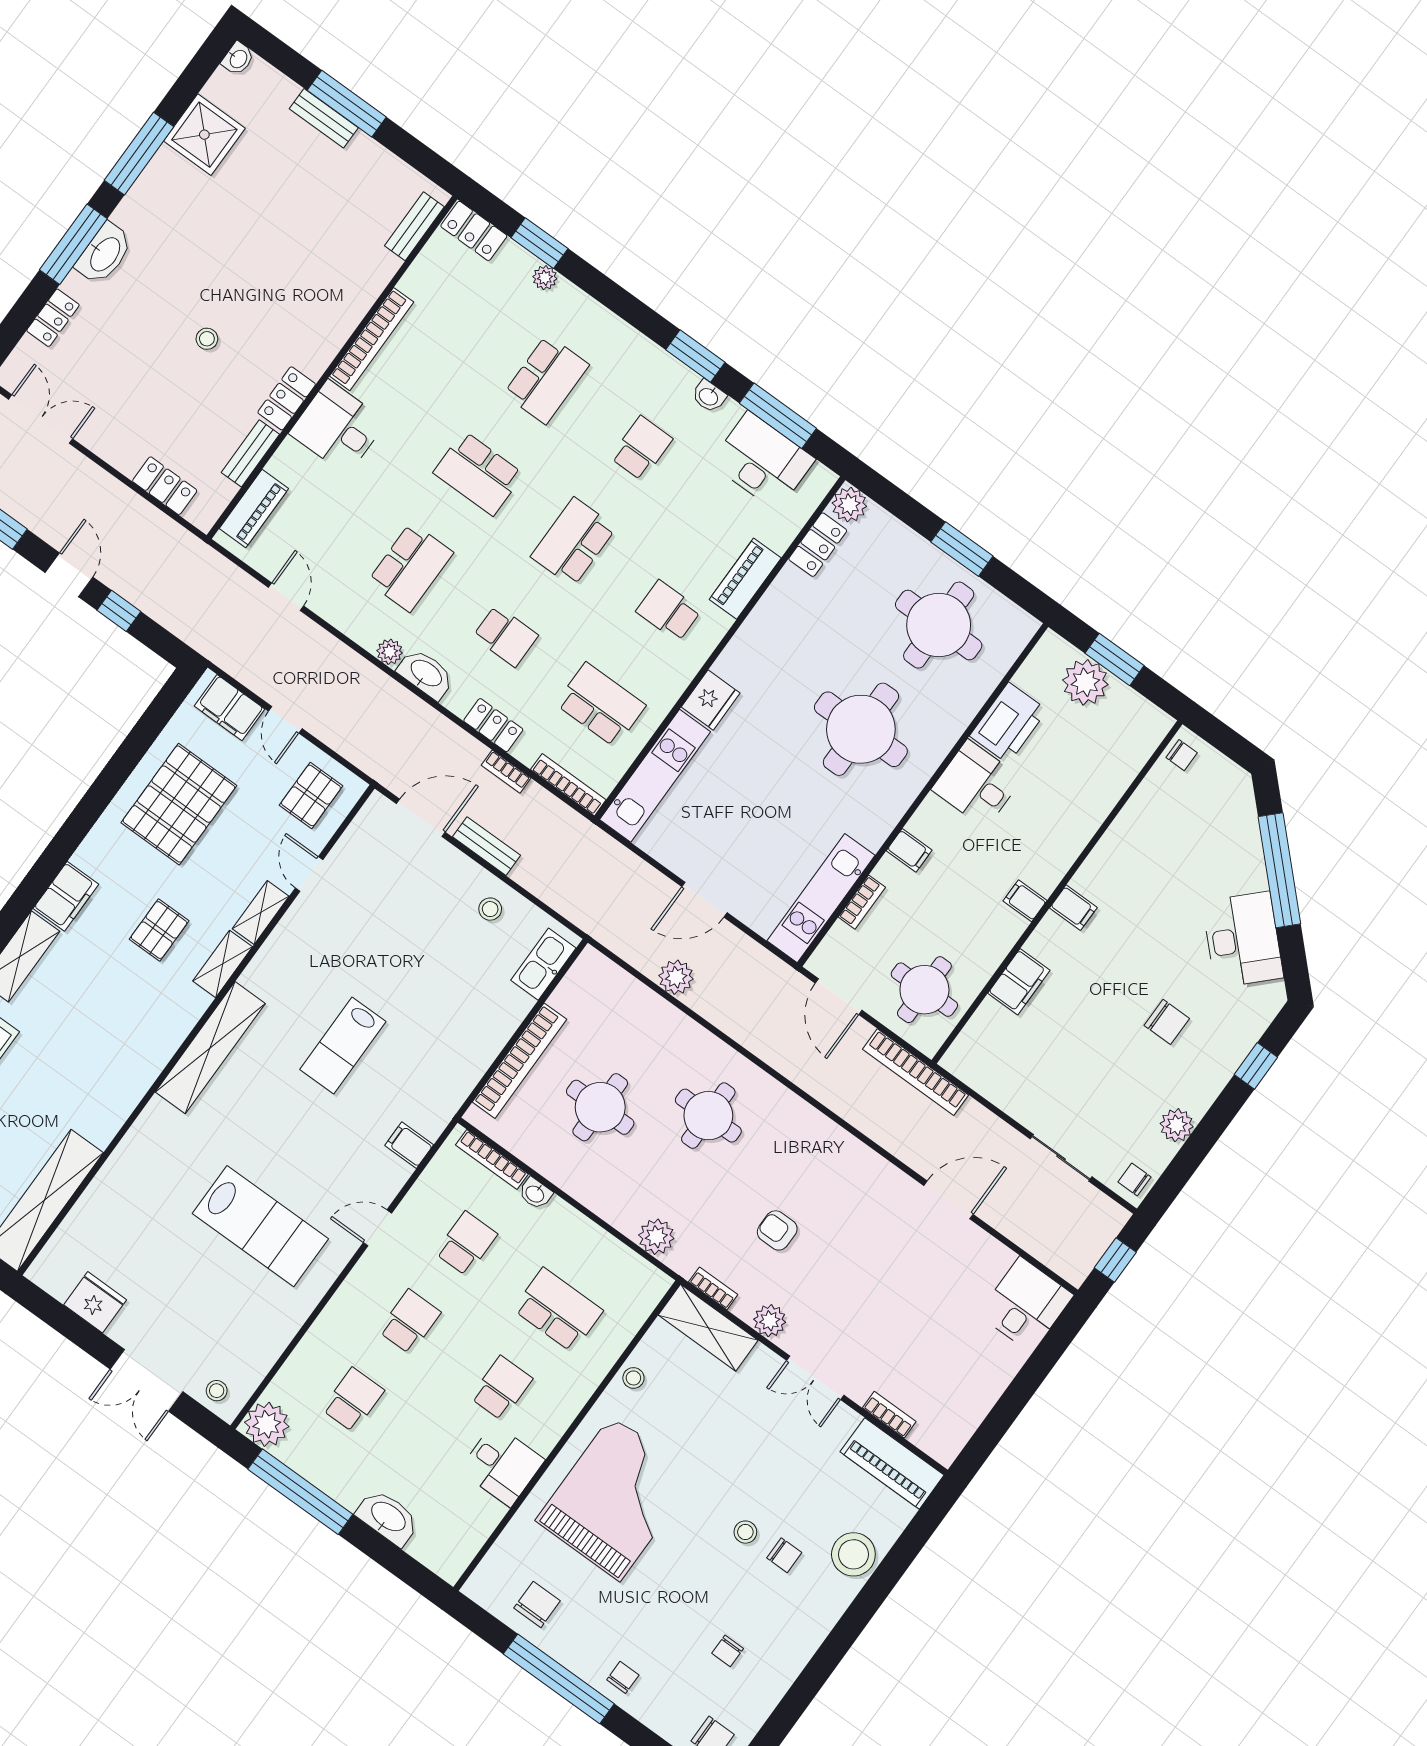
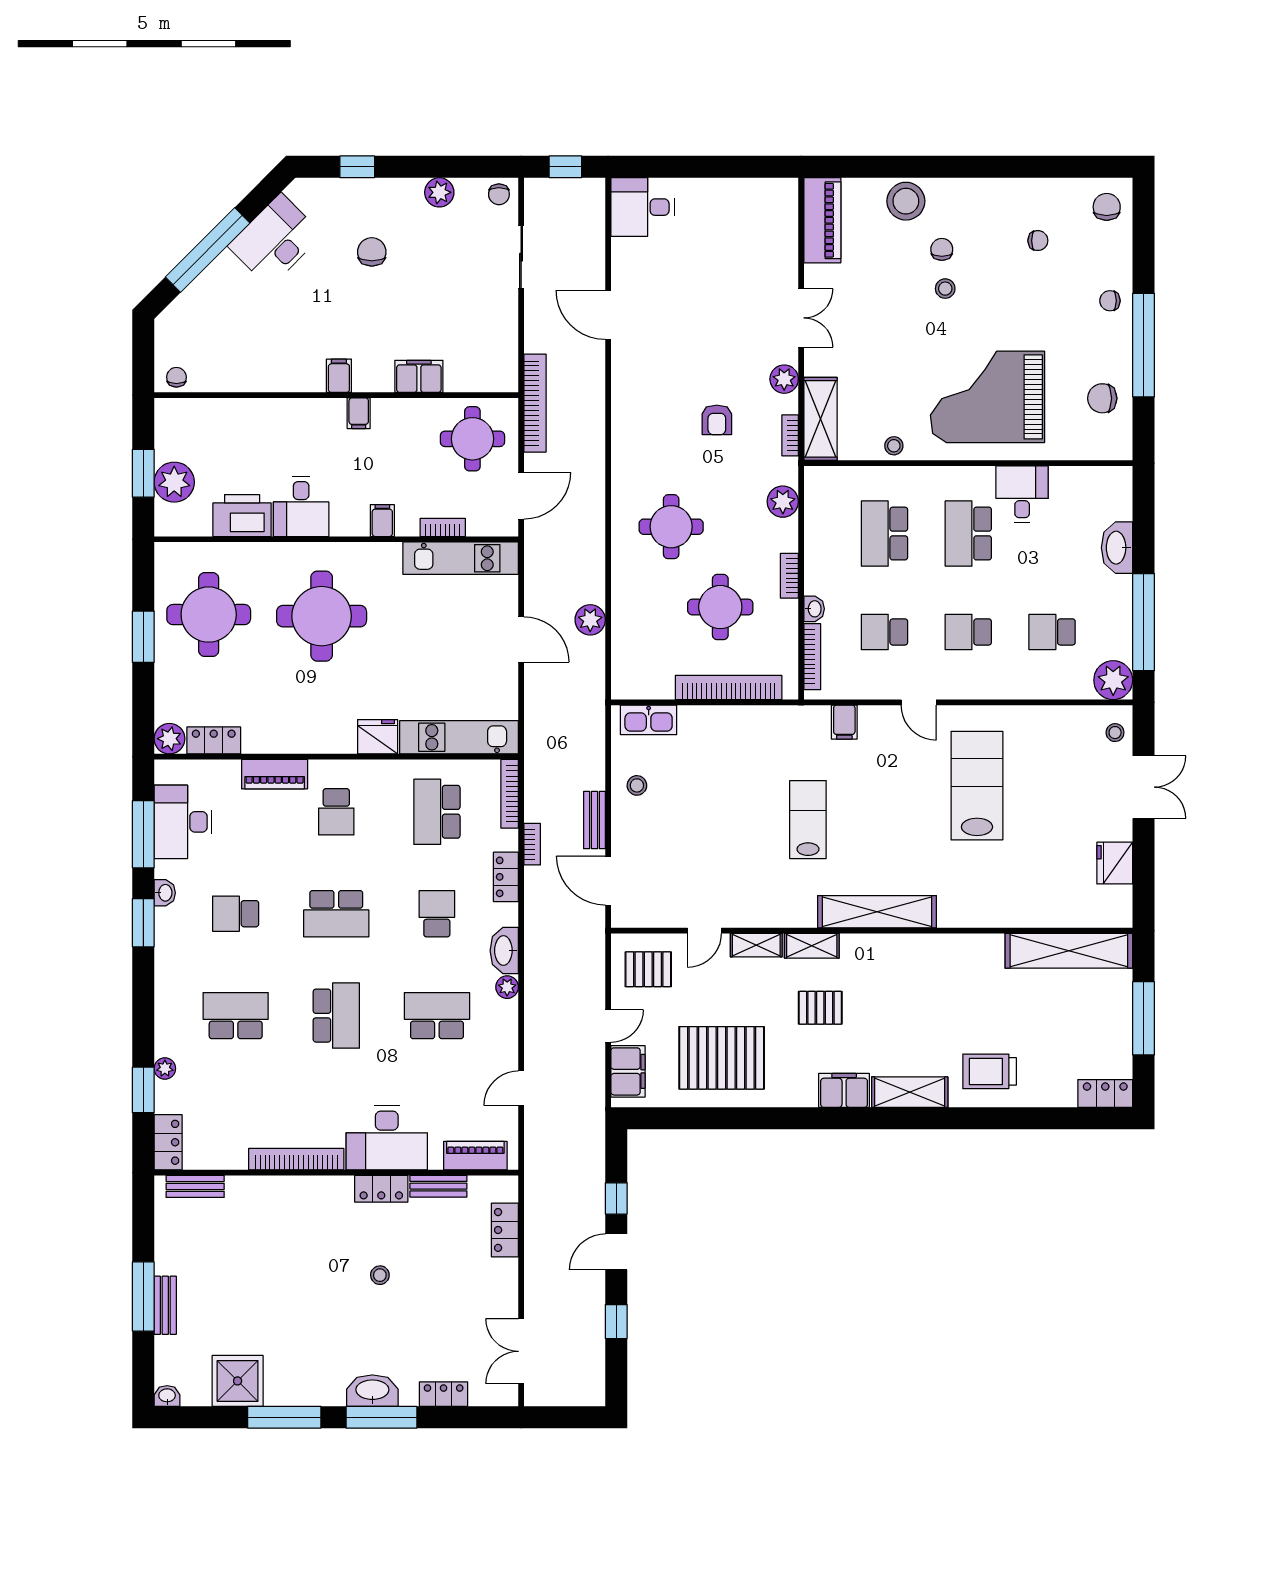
desk: (338, 427) -> (387, 1138), width x1.37
lab bench: (343, 1046) -> (808, 820), turned -90
school desk: (501, 1388) -> (968, 534), width x1.85
bookcase: (889, 1415) -> (789, 576), moved

